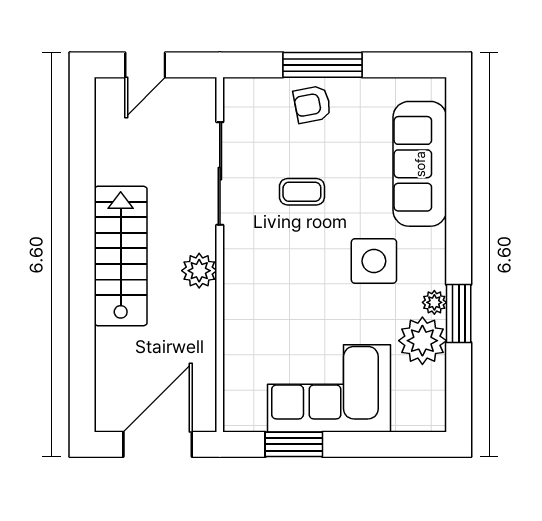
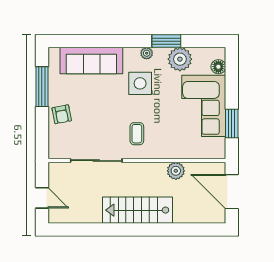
window: (323, 65) -> (42, 87), moved
coffee table: (302, 192) -> (137, 134), moved
plant: (199, 271) -> (176, 171), moved
plant: (434, 302) -> (147, 53), moved
floor lamp: (407, 418) -> (218, 67), added

